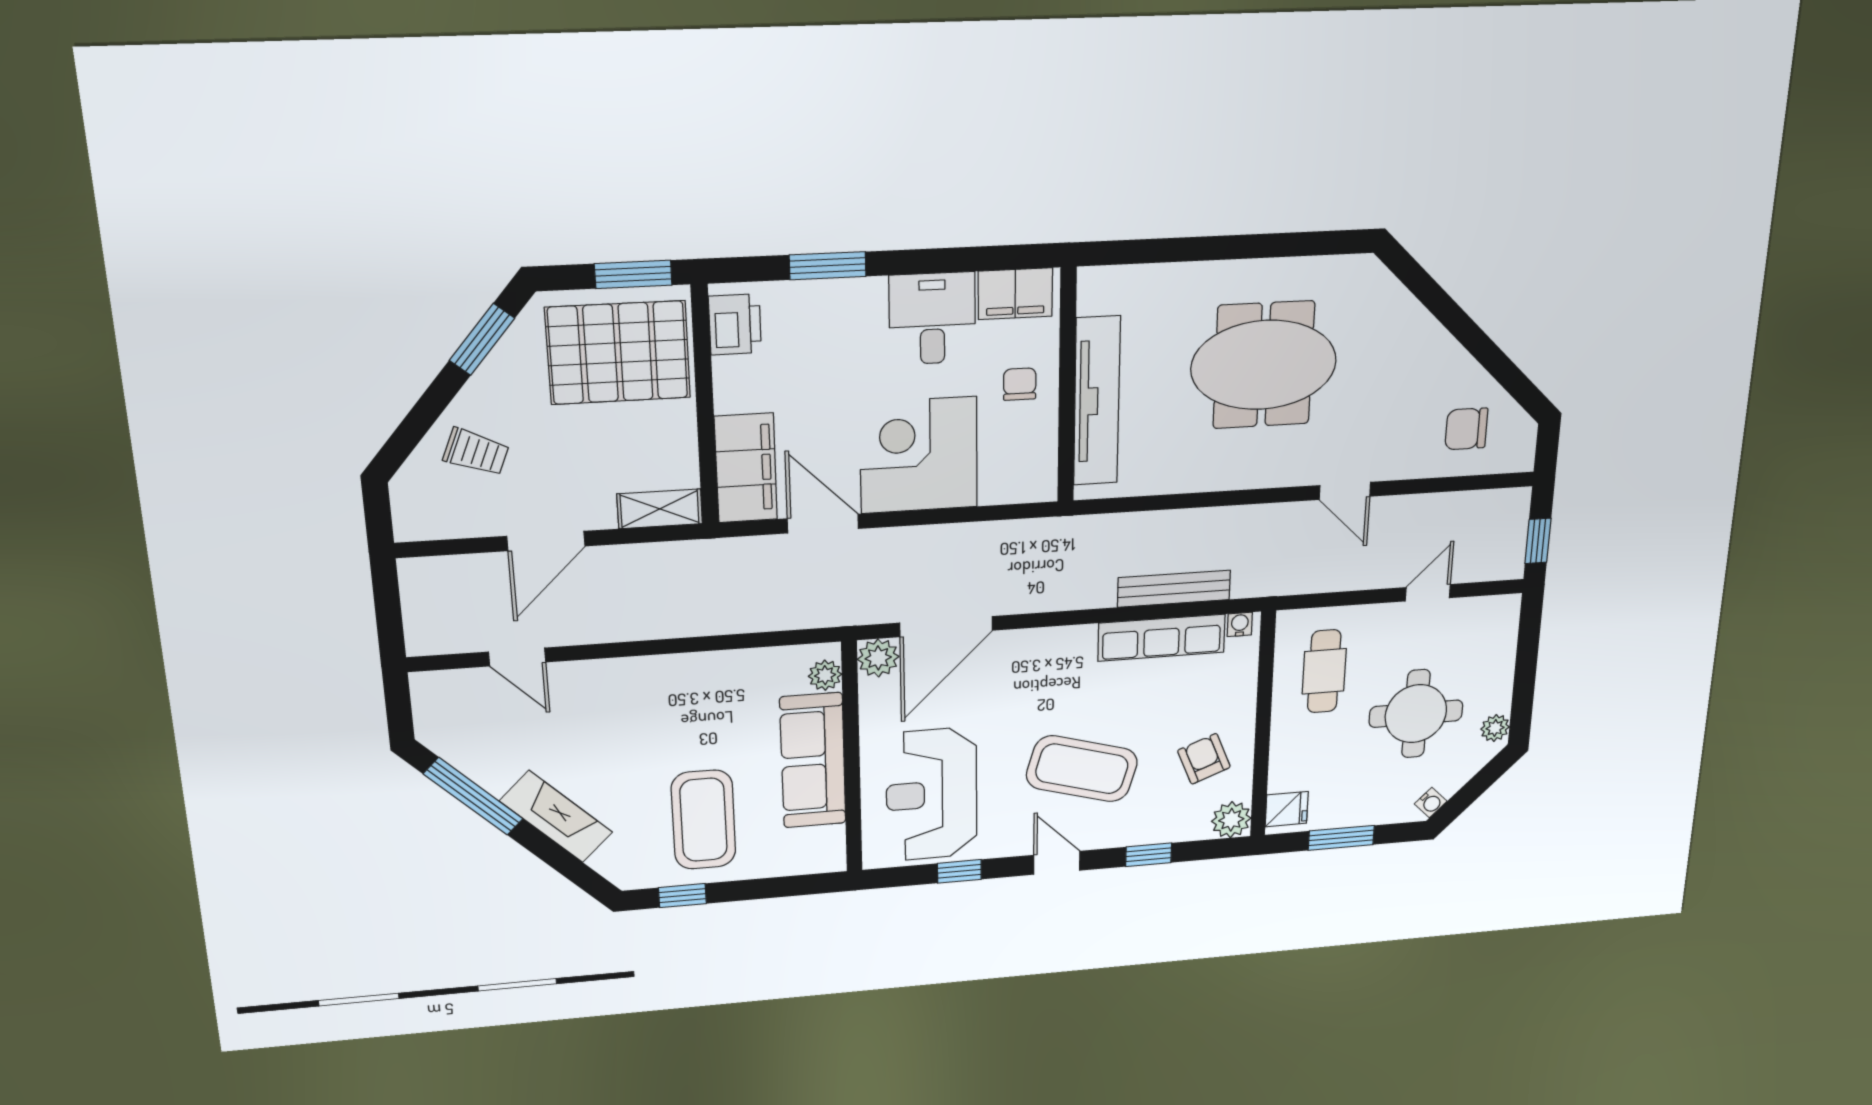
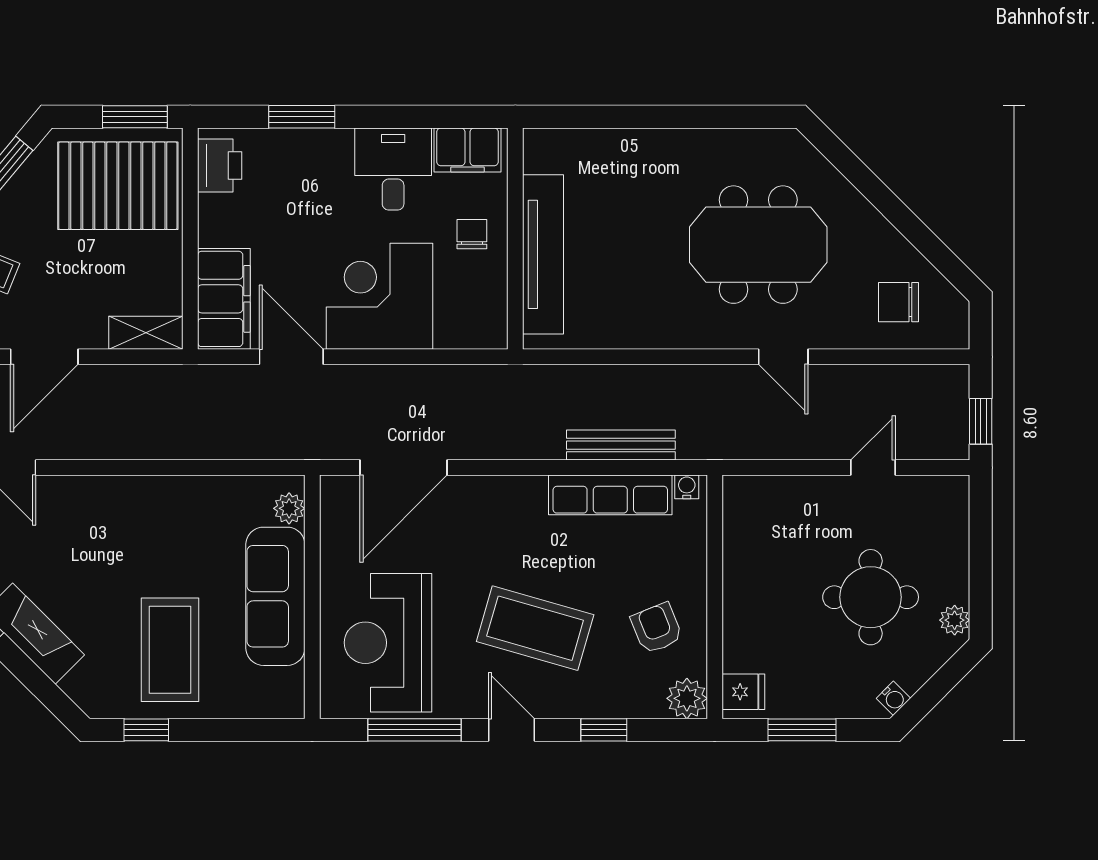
meeting table: (1264, 365) -> (758, 245), moved
plant: (878, 658) -> (339, 495), removed
cafe table: (1324, 671) -> (774, 543), removed
window: (959, 871) -> (415, 730), width x2.17

